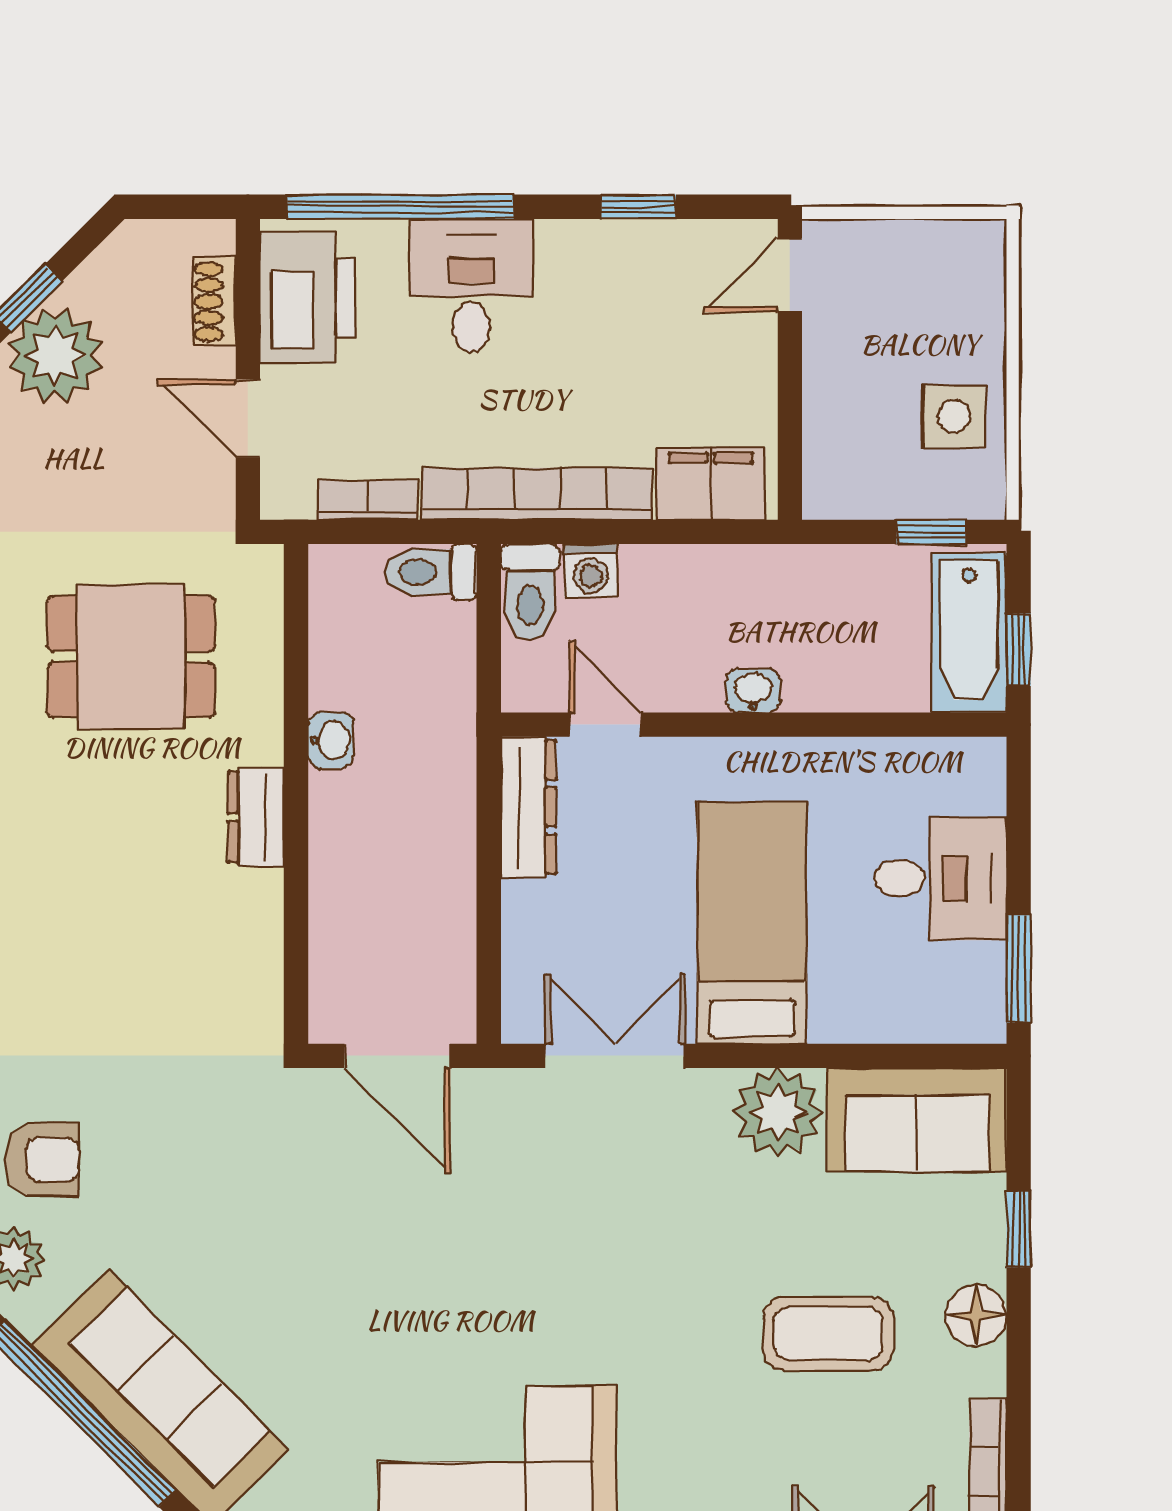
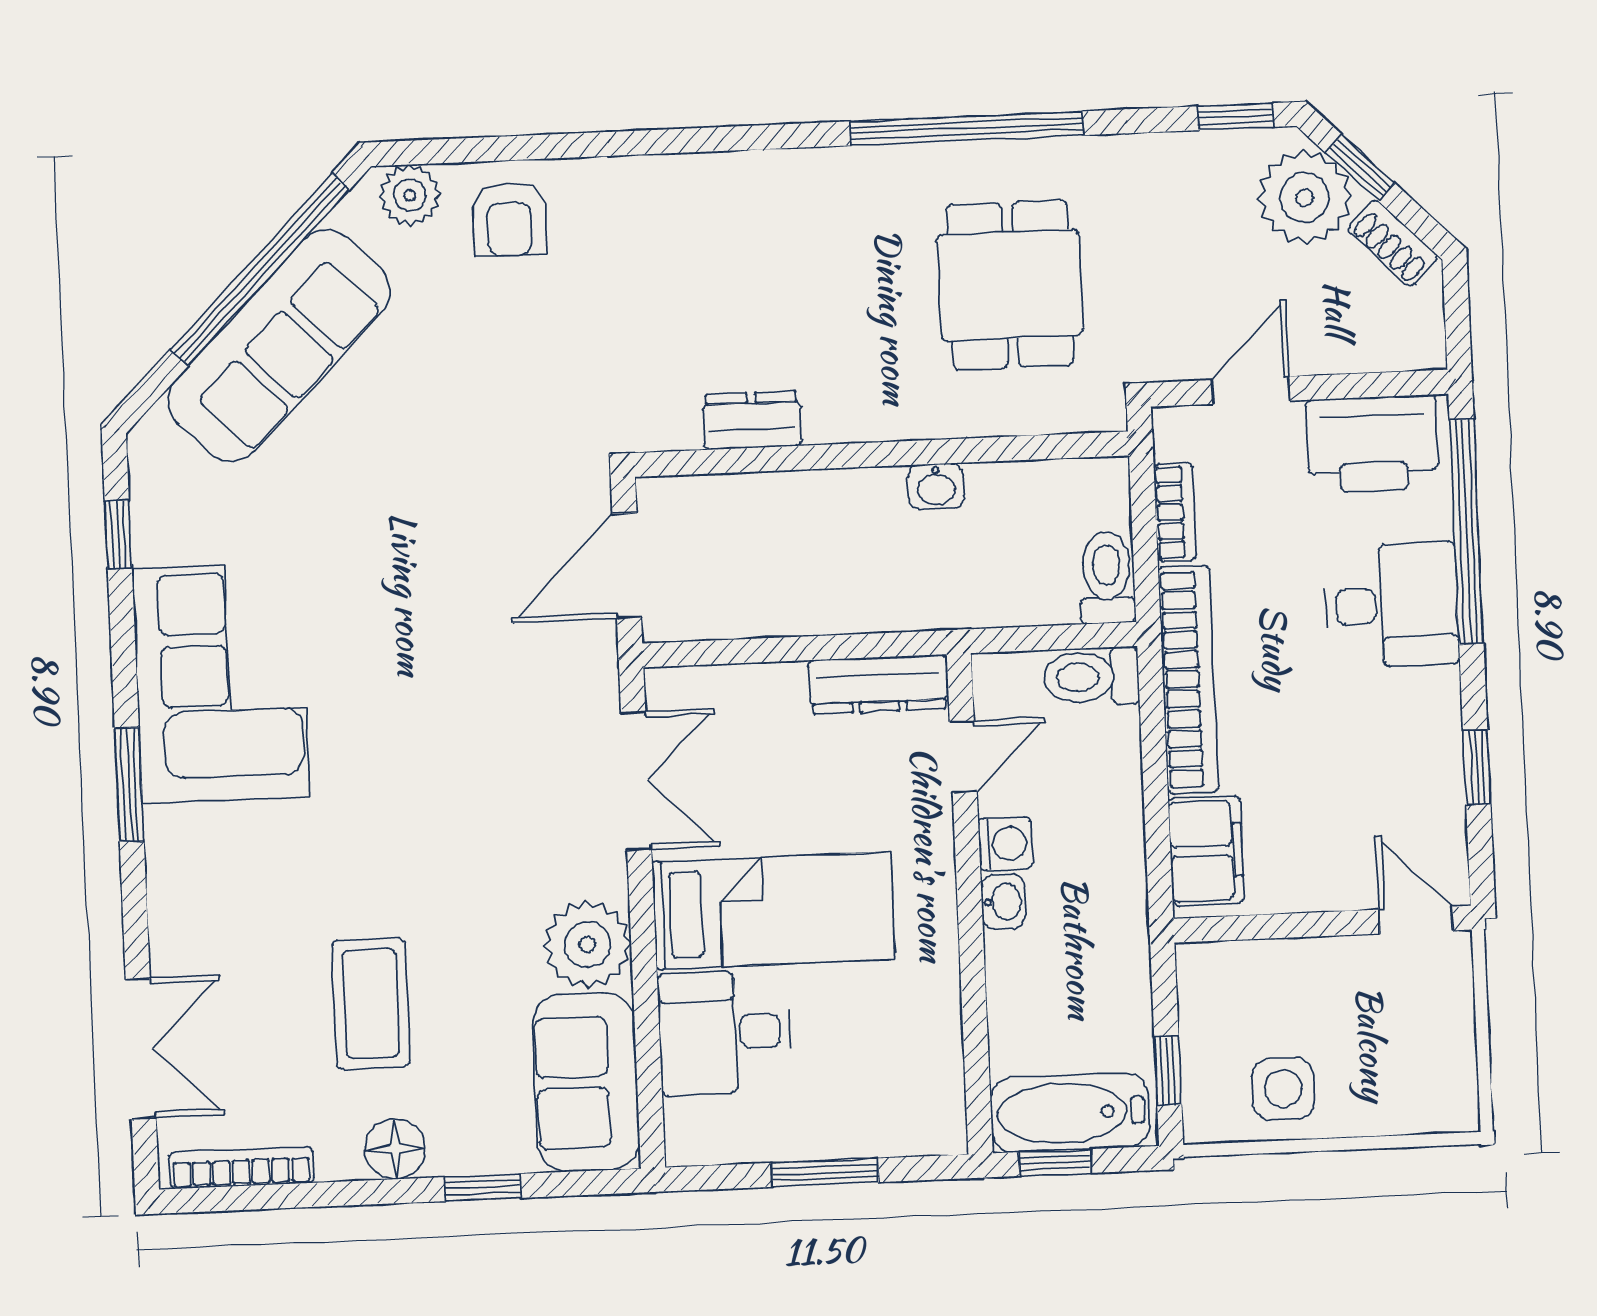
shoe rack: (214, 301) -> (1393, 243), moved, turned -135
washing machine: (591, 571) -> (1005, 844), moved, turned 180
dresser: (256, 817) -> (752, 420), moved
desk: (940, 879) -> (725, 1032), moved, turned 90
window: (1019, 969) -> (825, 1173), moved

